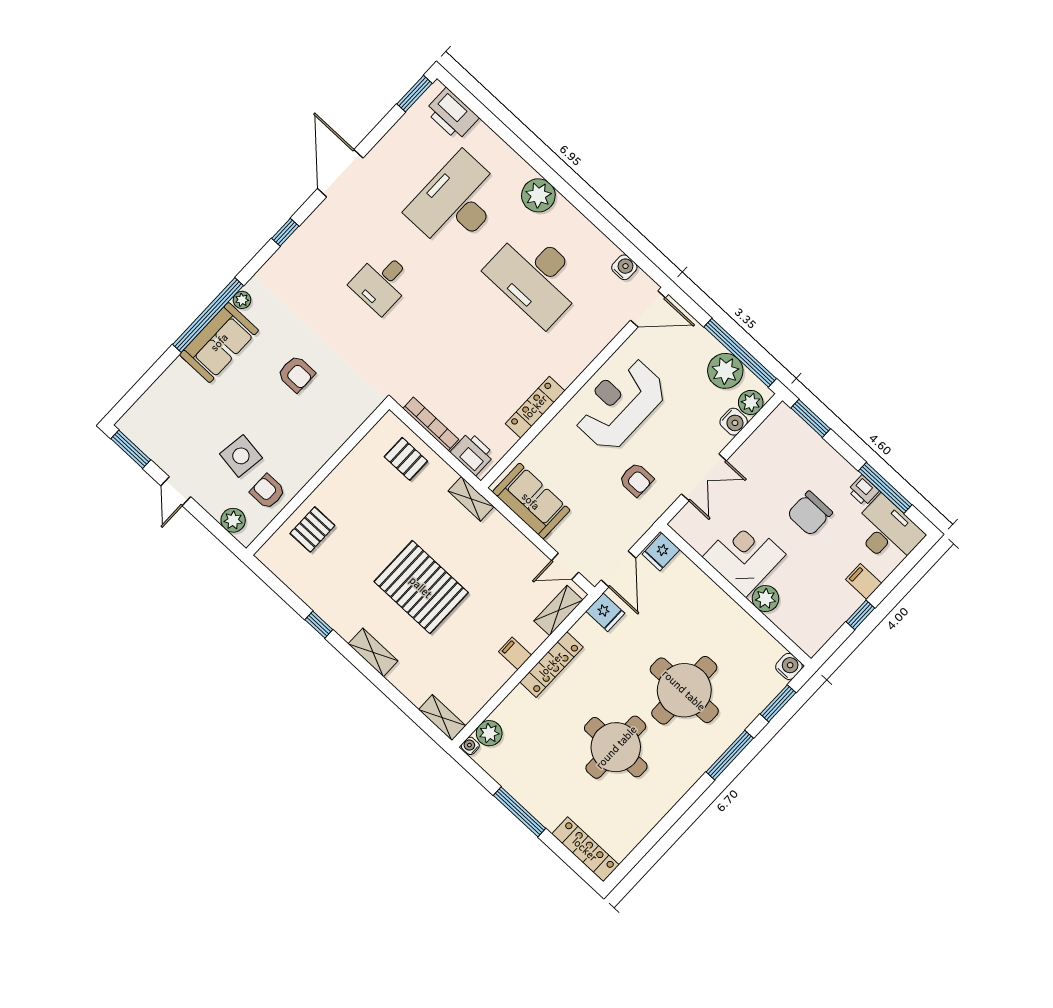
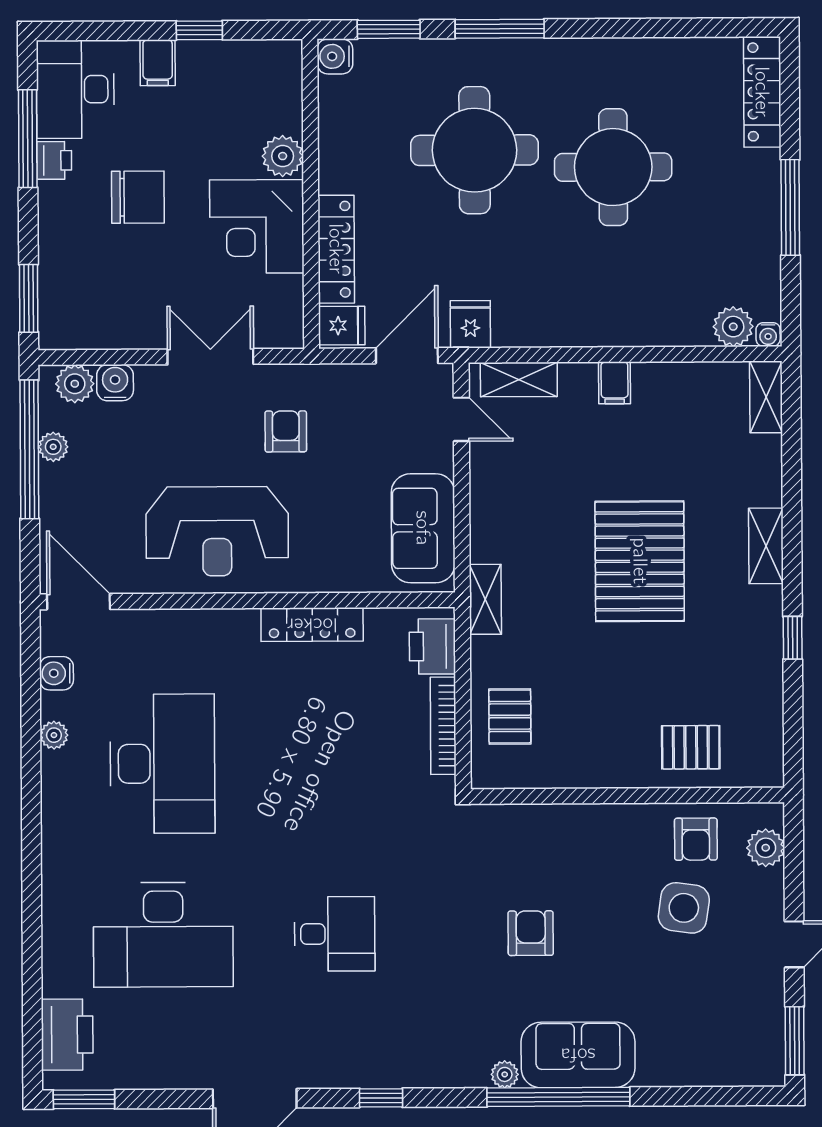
plant: (538, 195) -> (54, 735), moved, width x0.53, depth x0.53
plant: (725, 371) -> (53, 447), width x0.53, depth x0.53
locker: (551, 664) -> (336, 249), moved, turned 90

